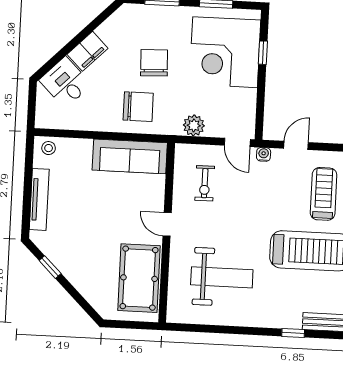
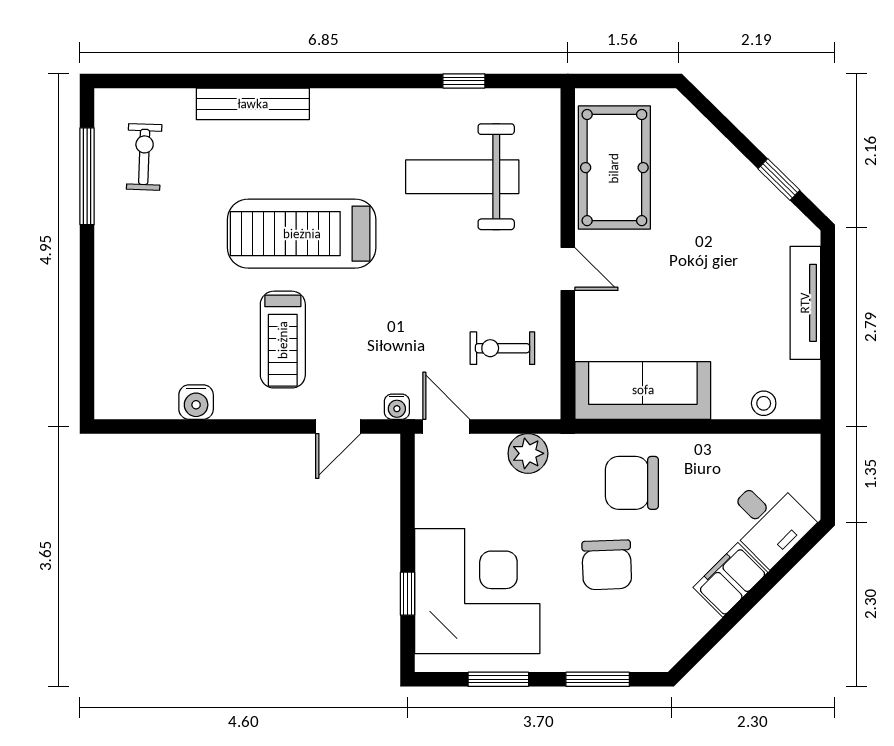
stool: (49, 148) -> (764, 403), moved
exercise bike: (205, 183) -> (502, 348), turned -90
window: (293, 333) -> (464, 81), moved

